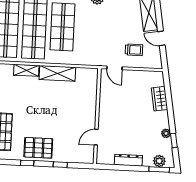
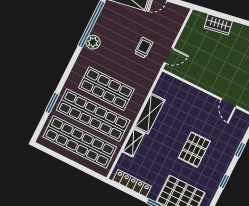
trolley: (134, 50) -> (144, 48), moved
pallet: (38, 148) -> (194, 150), moved

